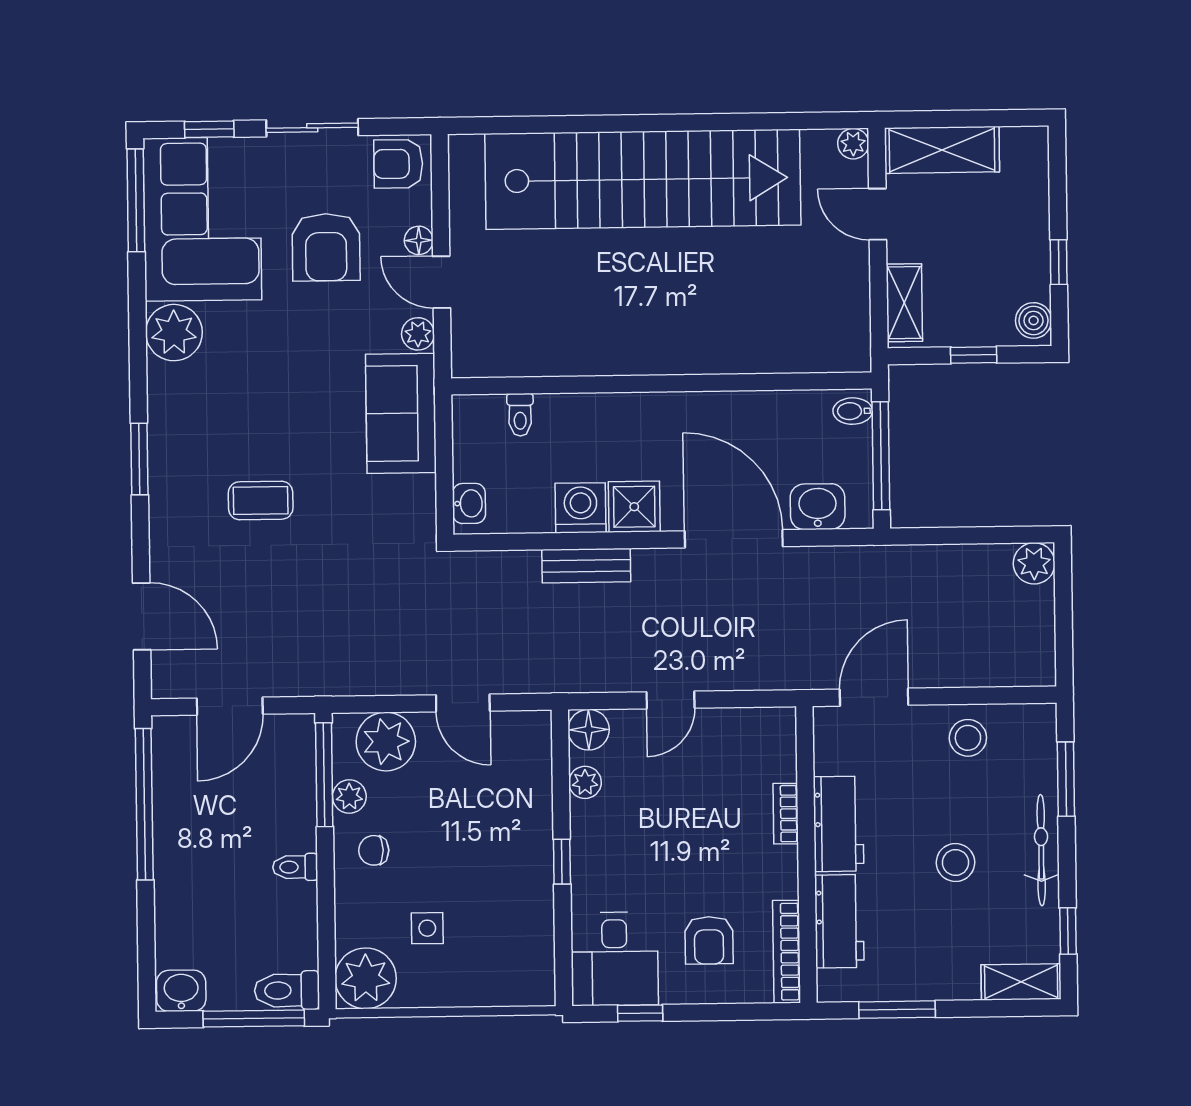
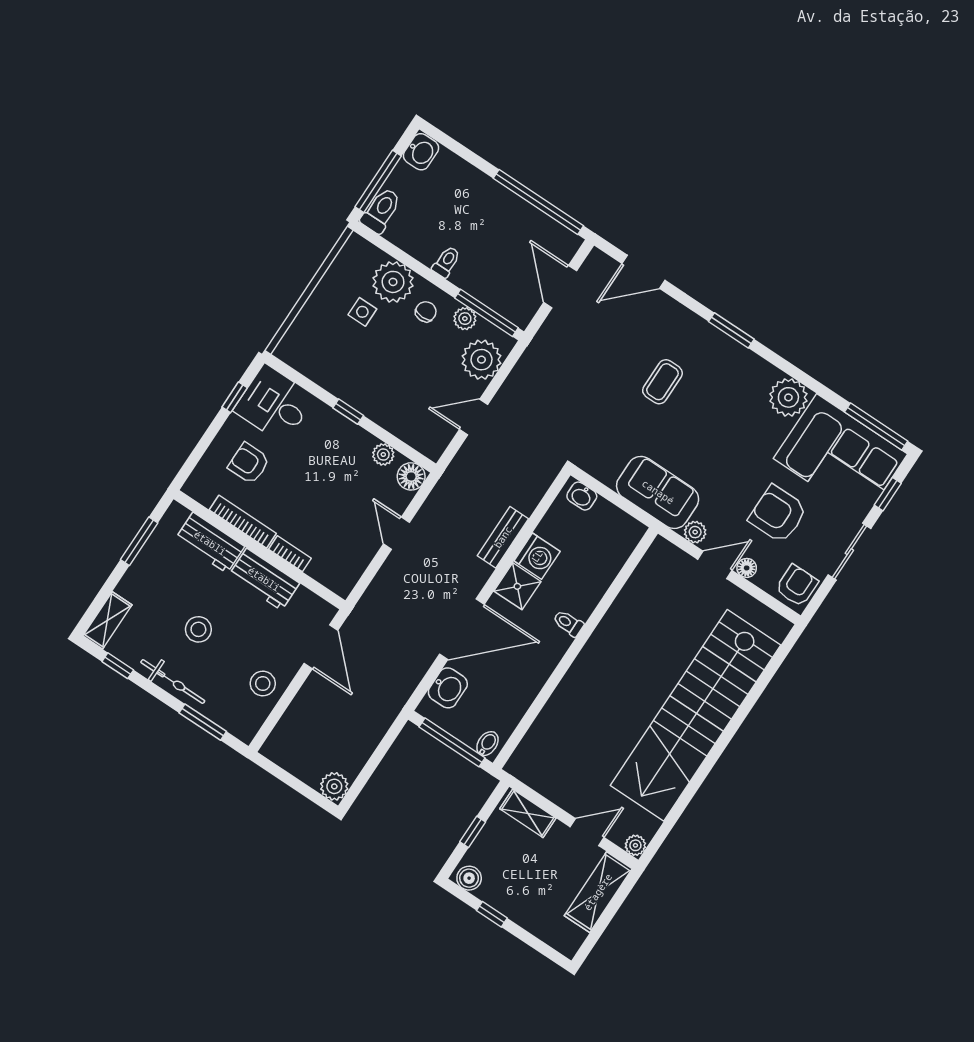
toilet: (520, 415) -> (568, 623), moved
bookcase: (787, 952) -> (243, 522), moved
plant: (366, 978) -> (393, 282), moved

